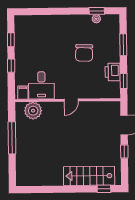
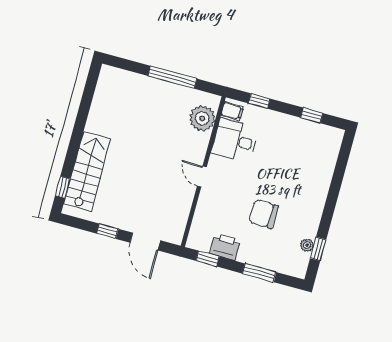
window: (11, 66) -> (259, 101), moved

